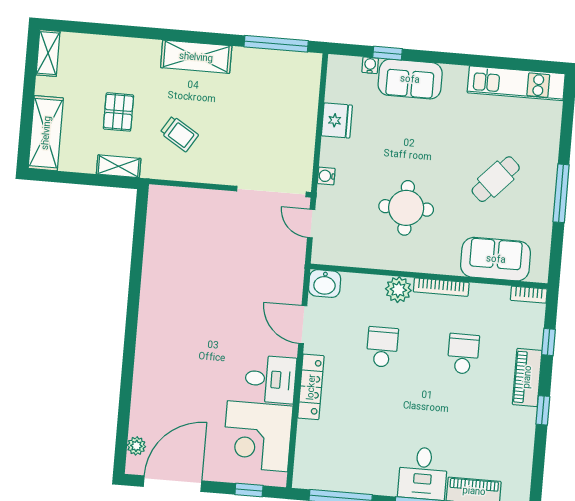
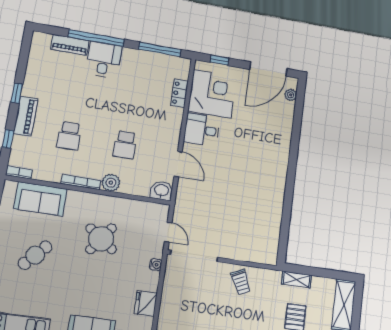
trolley: (179, 134) -> (241, 282), moved, turned -147
round table: (406, 208) -> (101, 239), turned 36
locker: (311, 387) -> (179, 93), moved, width x0.66

